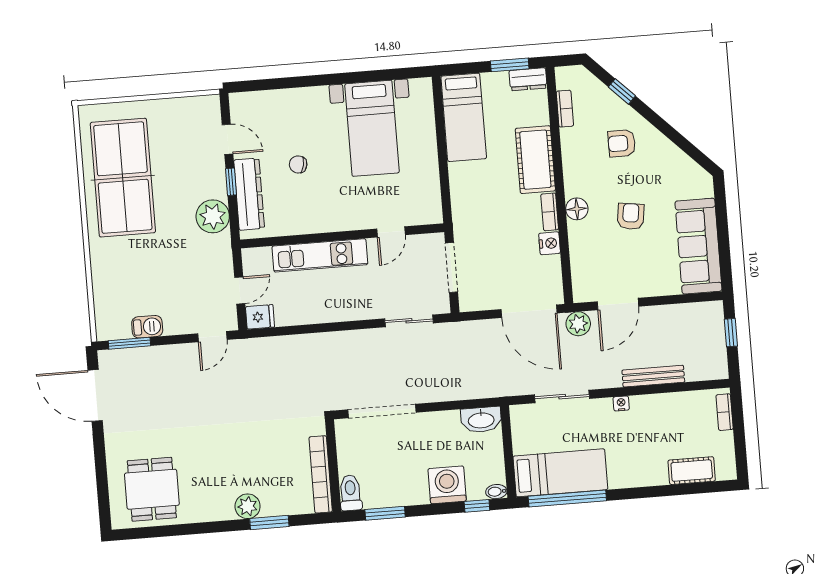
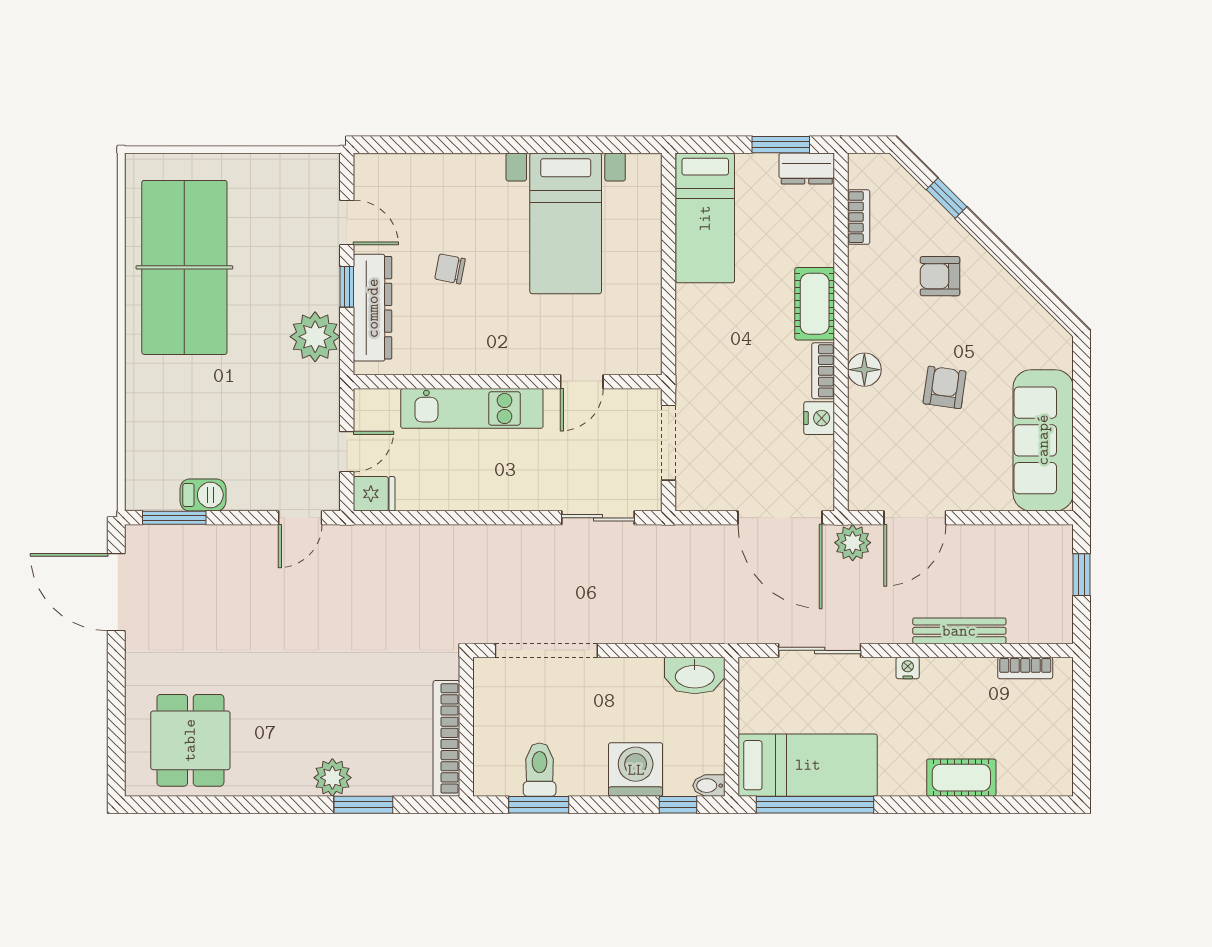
cot: (535, 160) -> (815, 304), width x0.73, depth x0.75
bookcase: (725, 412) -> (1025, 668), moved, turned -90
cot: (692, 471) -> (961, 778), moved
toilet: (350, 493) -> (540, 770), moved

